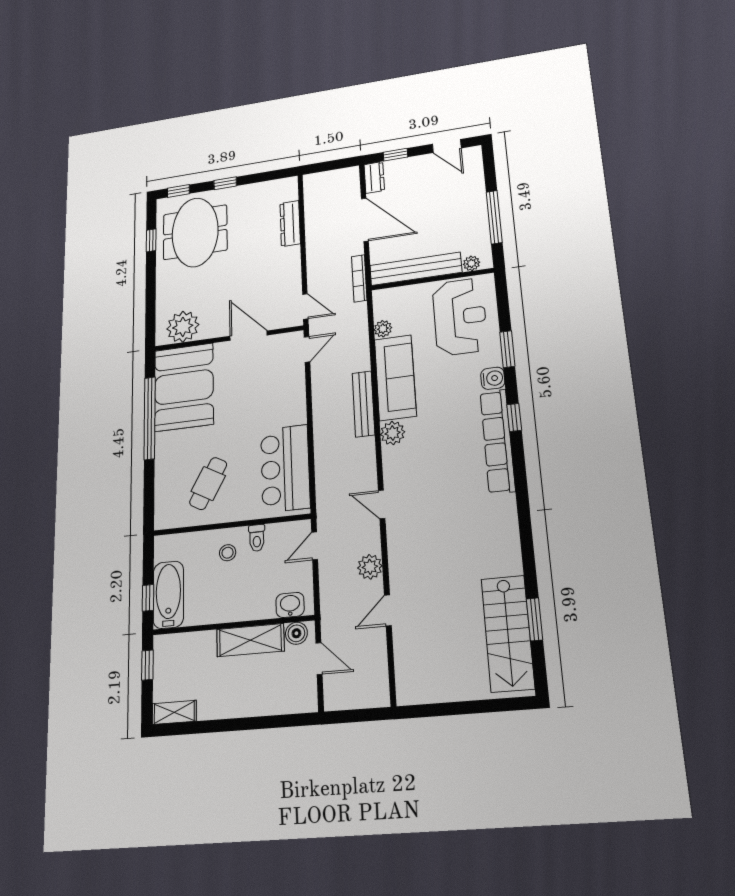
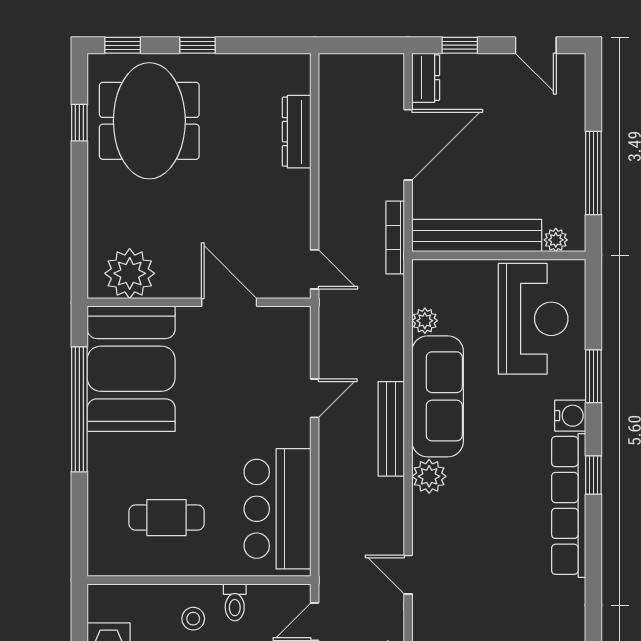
door: (365, 220) -> (408, 145), hinge flipped
door: (307, 349) -> (315, 398), moved
cafe table: (208, 484) -> (167, 518), turned 61

